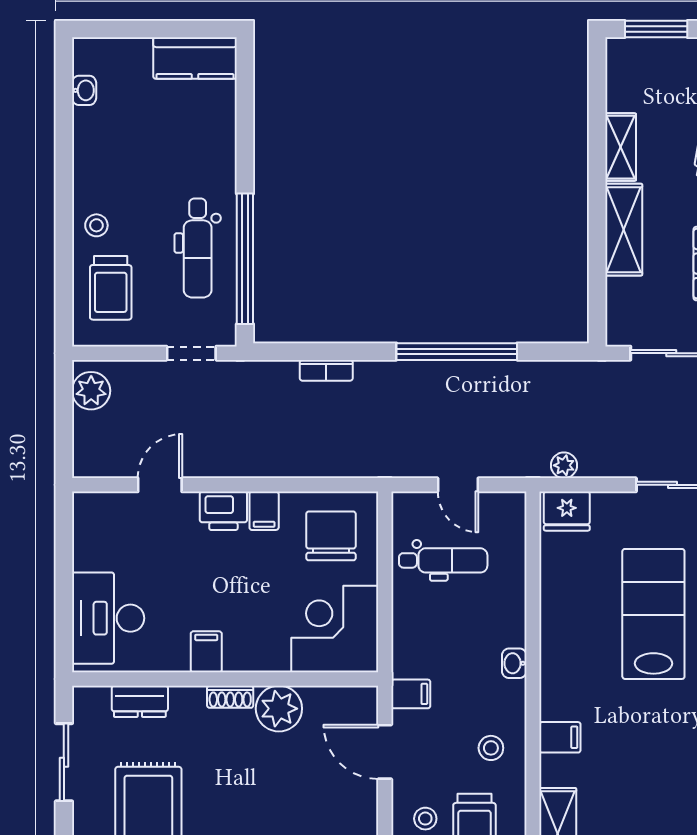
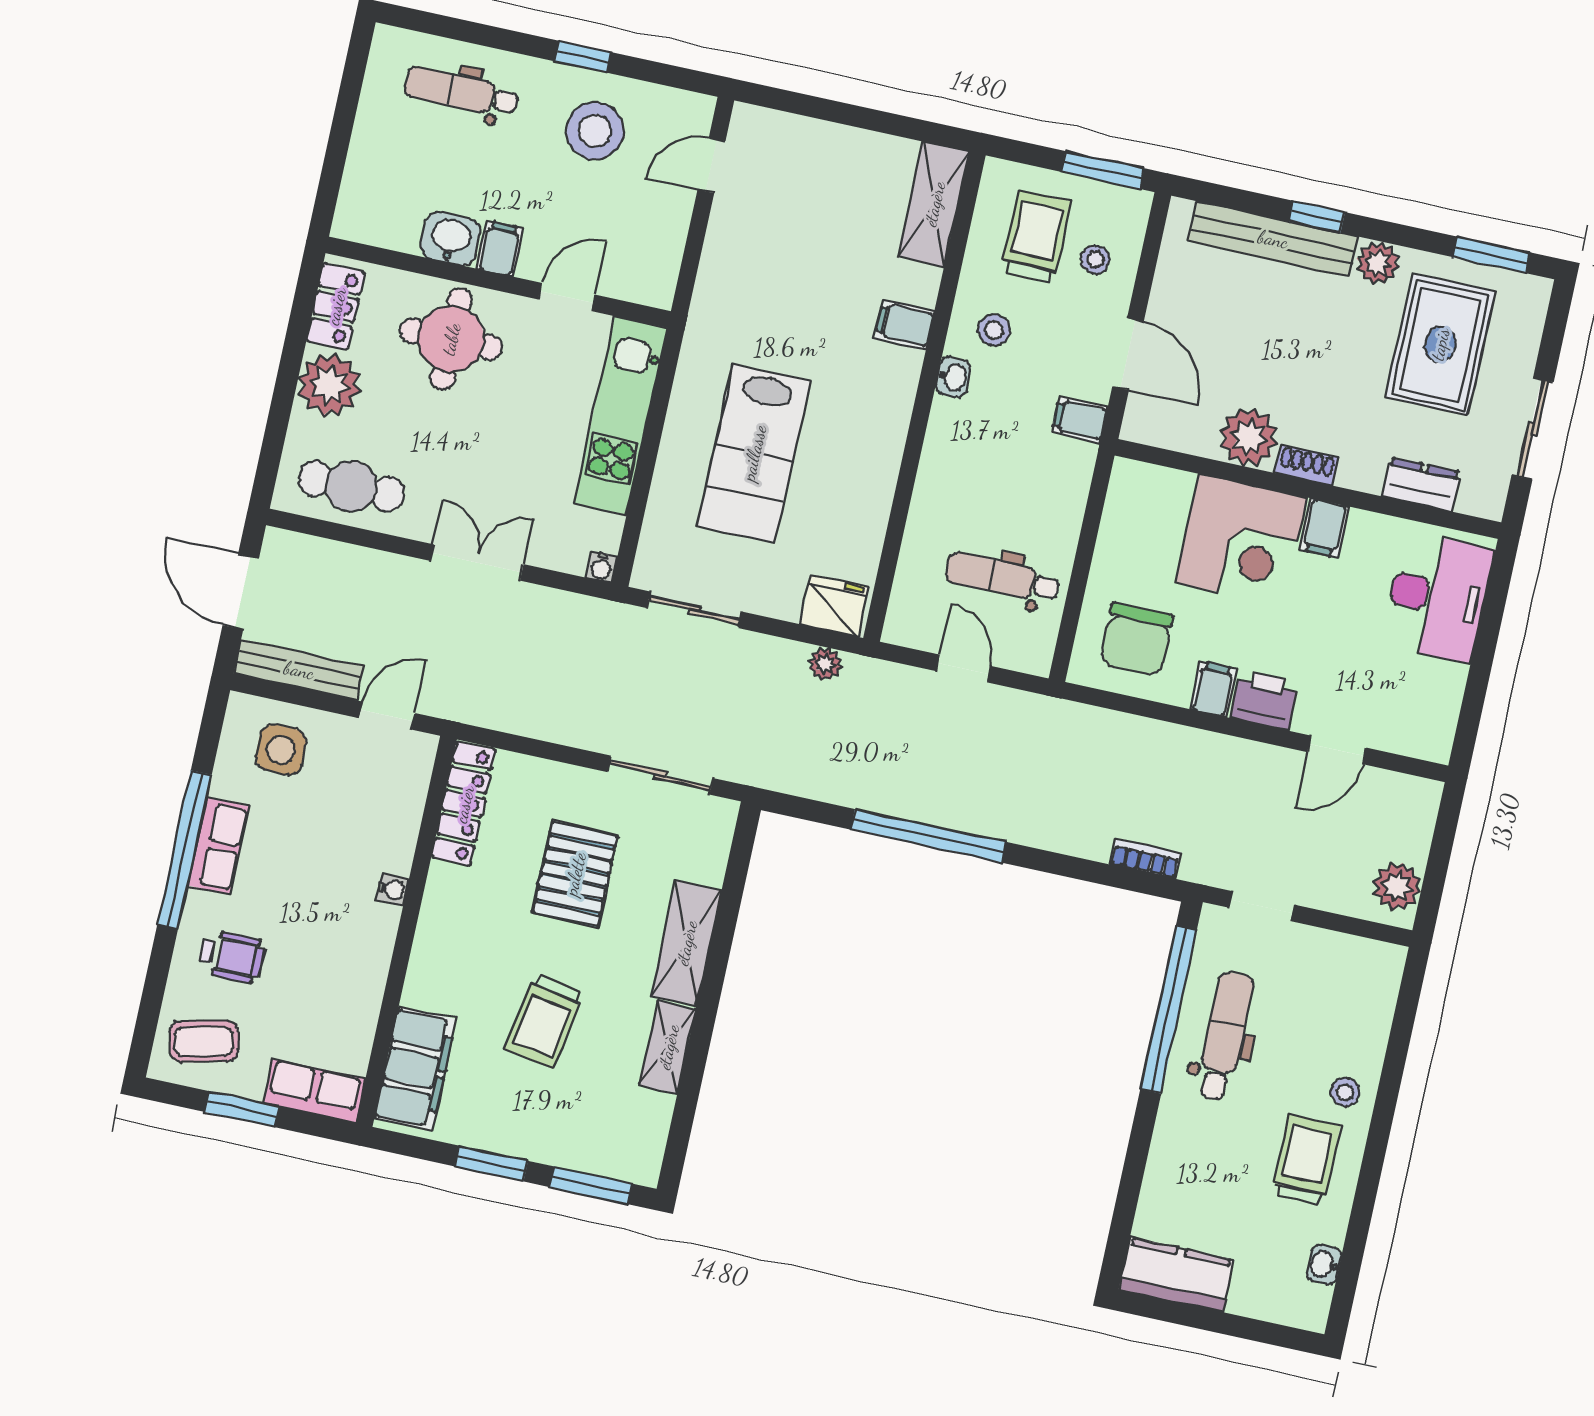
trolley: (111, 288) -> (1306, 1160), moved
bookcase: (326, 370) -> (1146, 859), moved
corner desk: (335, 629) -> (1241, 540), moved
washbasin: (514, 663) -> (953, 377), moved

